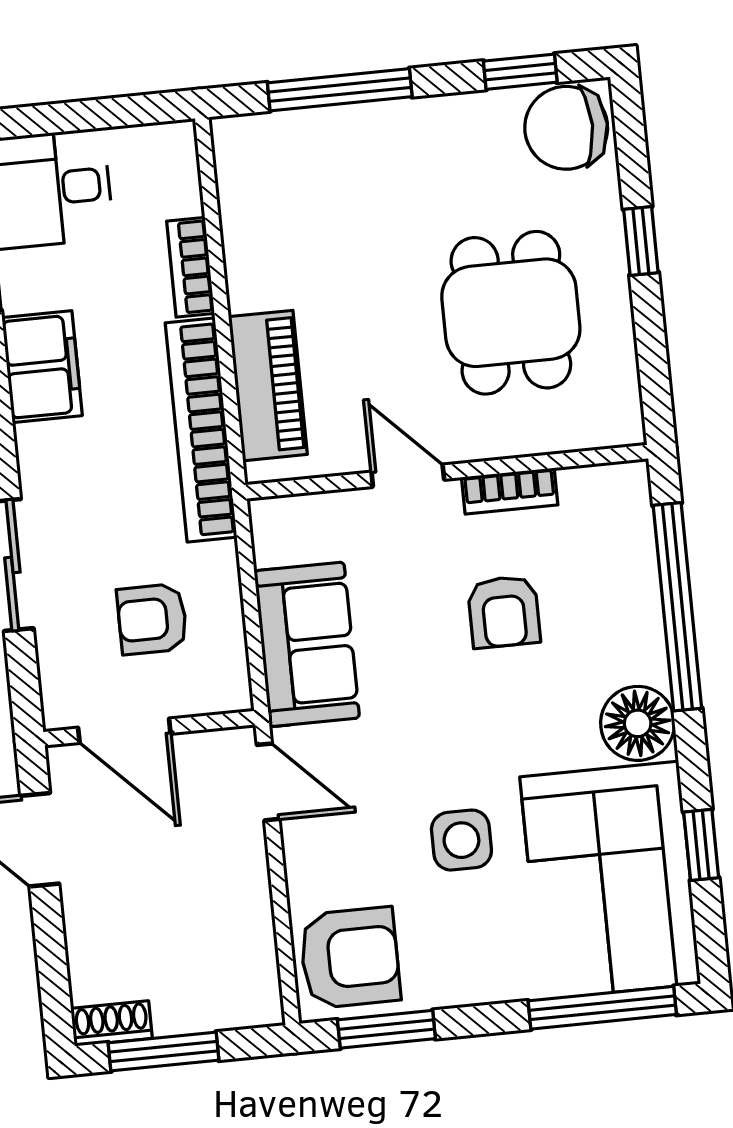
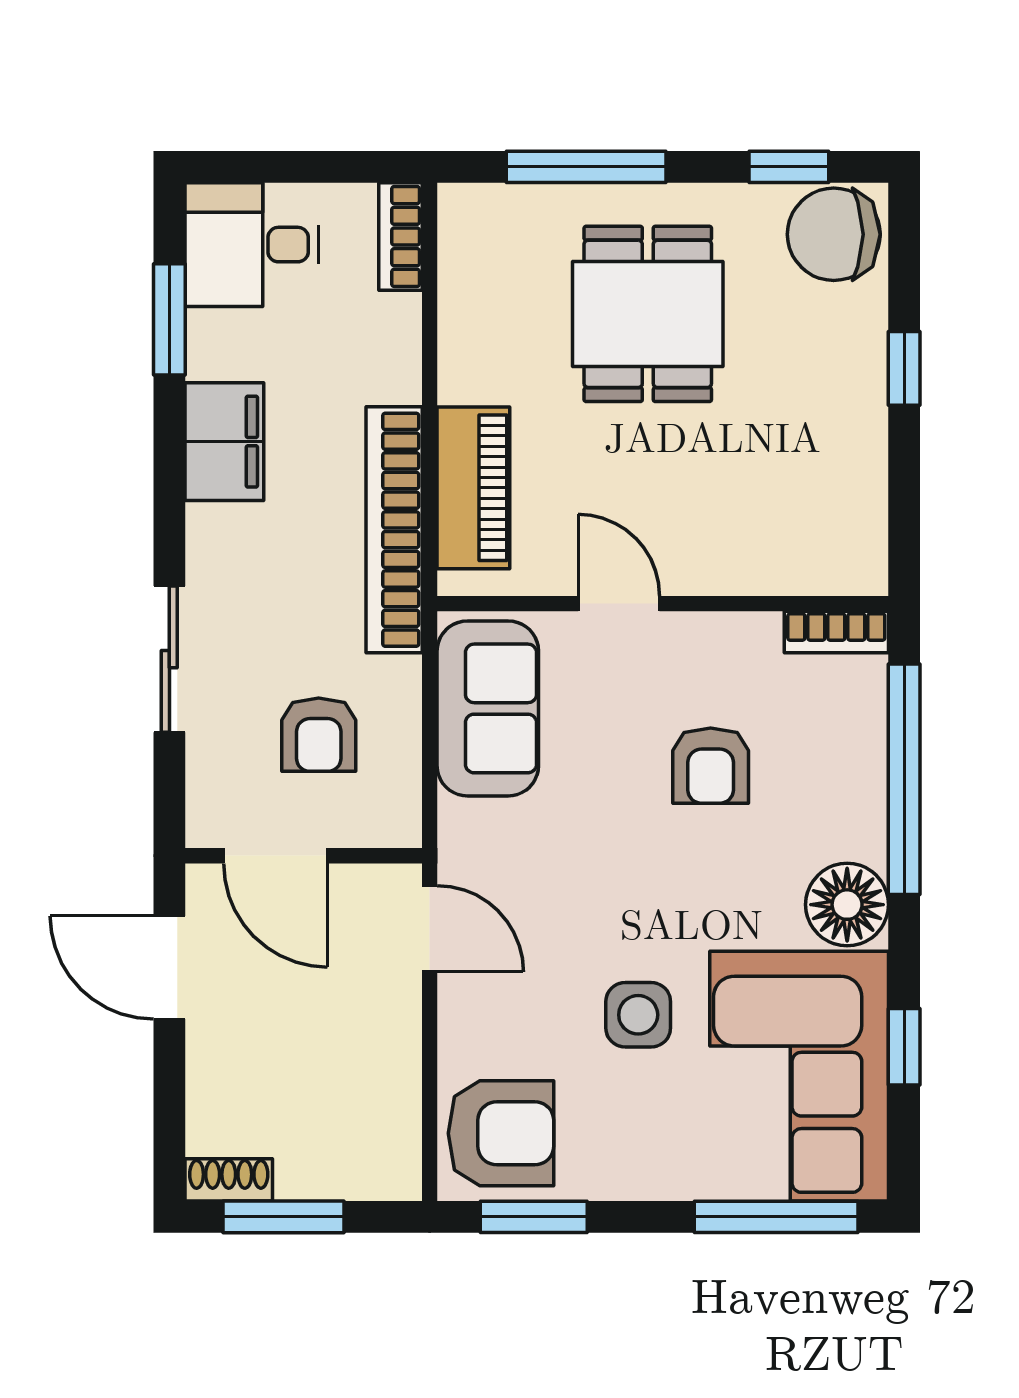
bookcase: (191, 267) -> (400, 236), moved
dining table: (511, 313) -> (648, 314), moved
bookcase: (510, 491) -> (836, 632), moved
armchair: (152, 619) -> (319, 735), turned -90
sofa: (307, 644) -> (488, 708), moved

